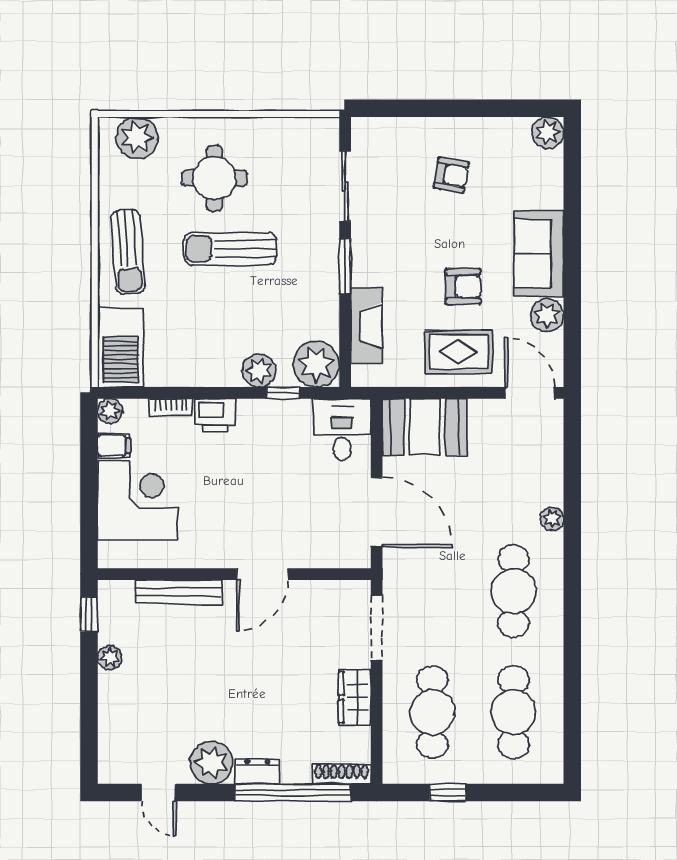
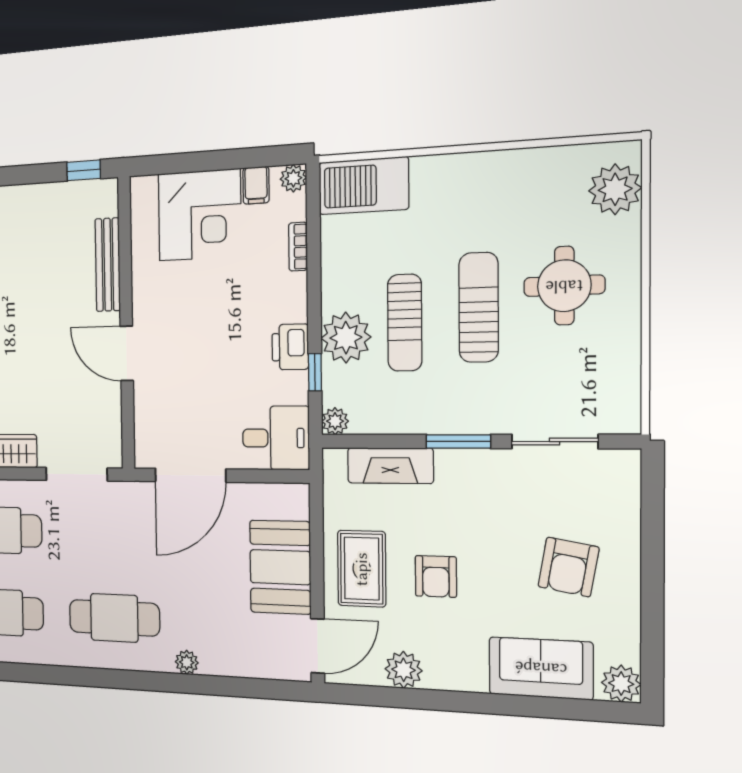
armchair: (451, 175) -> (568, 567), width x1.38, depth x1.38
sun lounger: (128, 252) -> (405, 323), moved, turned -86
sofa: (539, 254) -> (541, 668), moved
plant: (316, 364) -> (335, 421), width x0.53, depth x0.53
plant: (259, 370) -> (346, 338), width x1.36, depth x1.36
printer: (215, 415) -> (290, 347), moved
booth: (425, 427) -> (280, 567), moved
plant: (110, 658) -> (43, 195), removed

